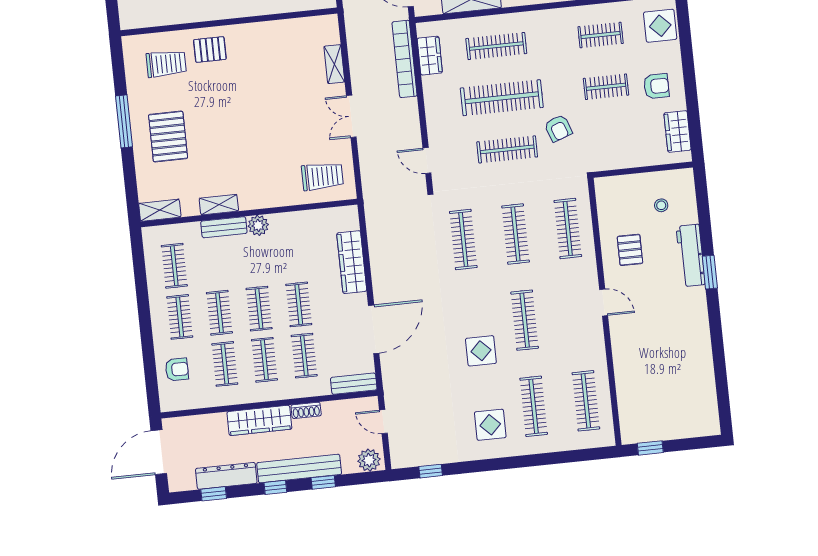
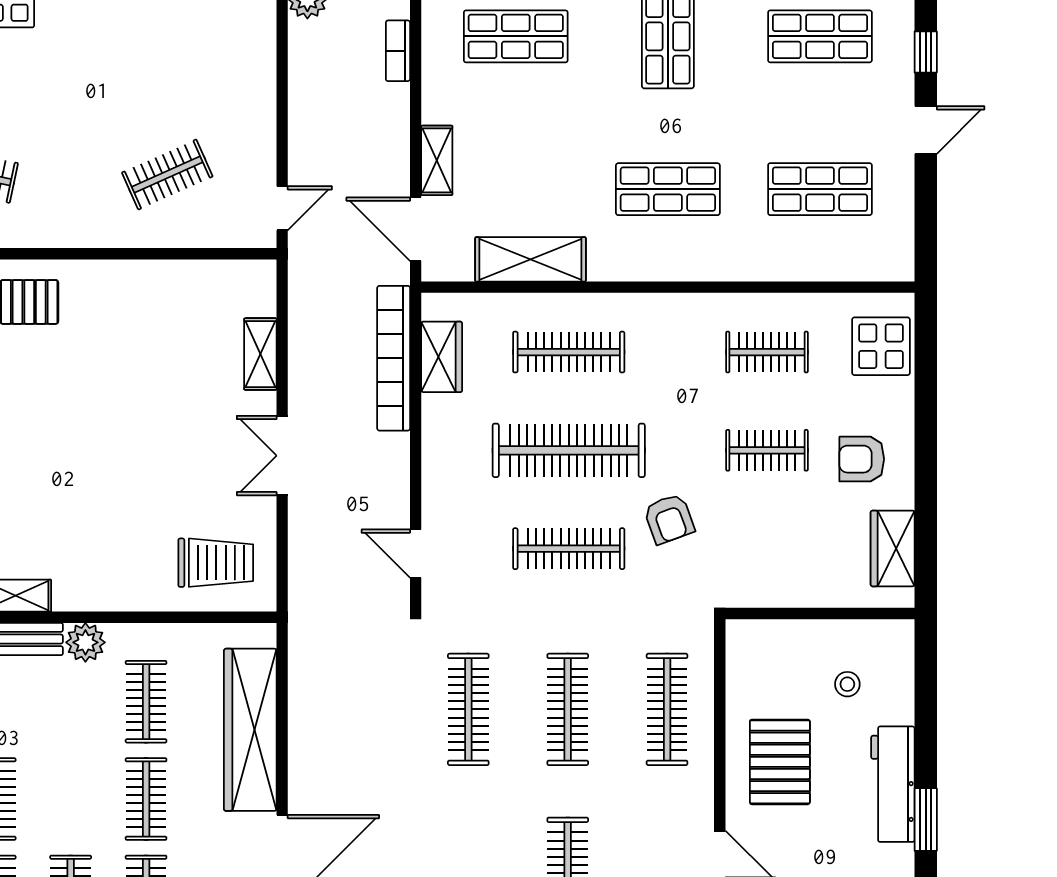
armchair: (656, 86) -> (862, 459), turned 180
pallet: (630, 250) -> (780, 762), width x1.50, depth x1.42
wardrobe: (352, 262) -> (250, 730), width x1.40, depth x1.17
clothes rail: (259, 309) -> (146, 702), moved

